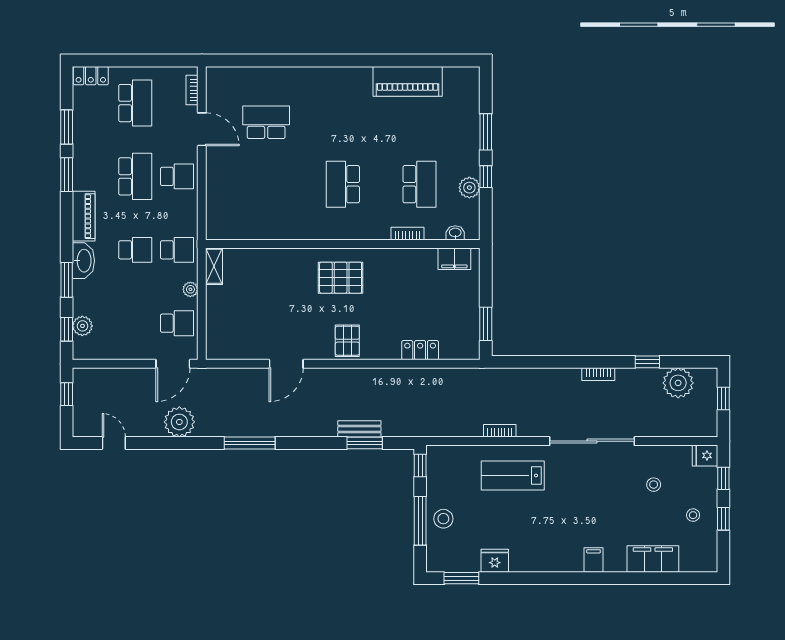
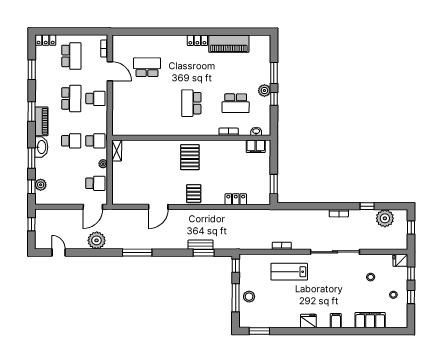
locker: (353, 76) -> (197, 40), added
window: (67, 175) -> (32, 111), moved
school desk: (420, 184) -> (236, 103), turned 90
plant: (469, 188) -> (264, 91), moved
pallet: (341, 278) -> (190, 157), turned 90
fridge: (495, 561) -> (308, 321), moved

